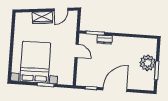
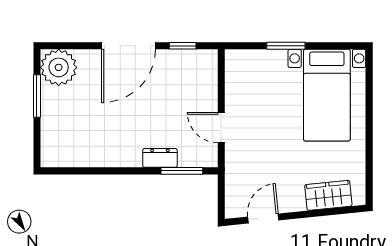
wardrobe: (42, 17) -> (328, 195), moved
bed with nightstands: (35, 62) -> (327, 95), width x0.73
plant: (148, 63) -> (59, 67), moved

